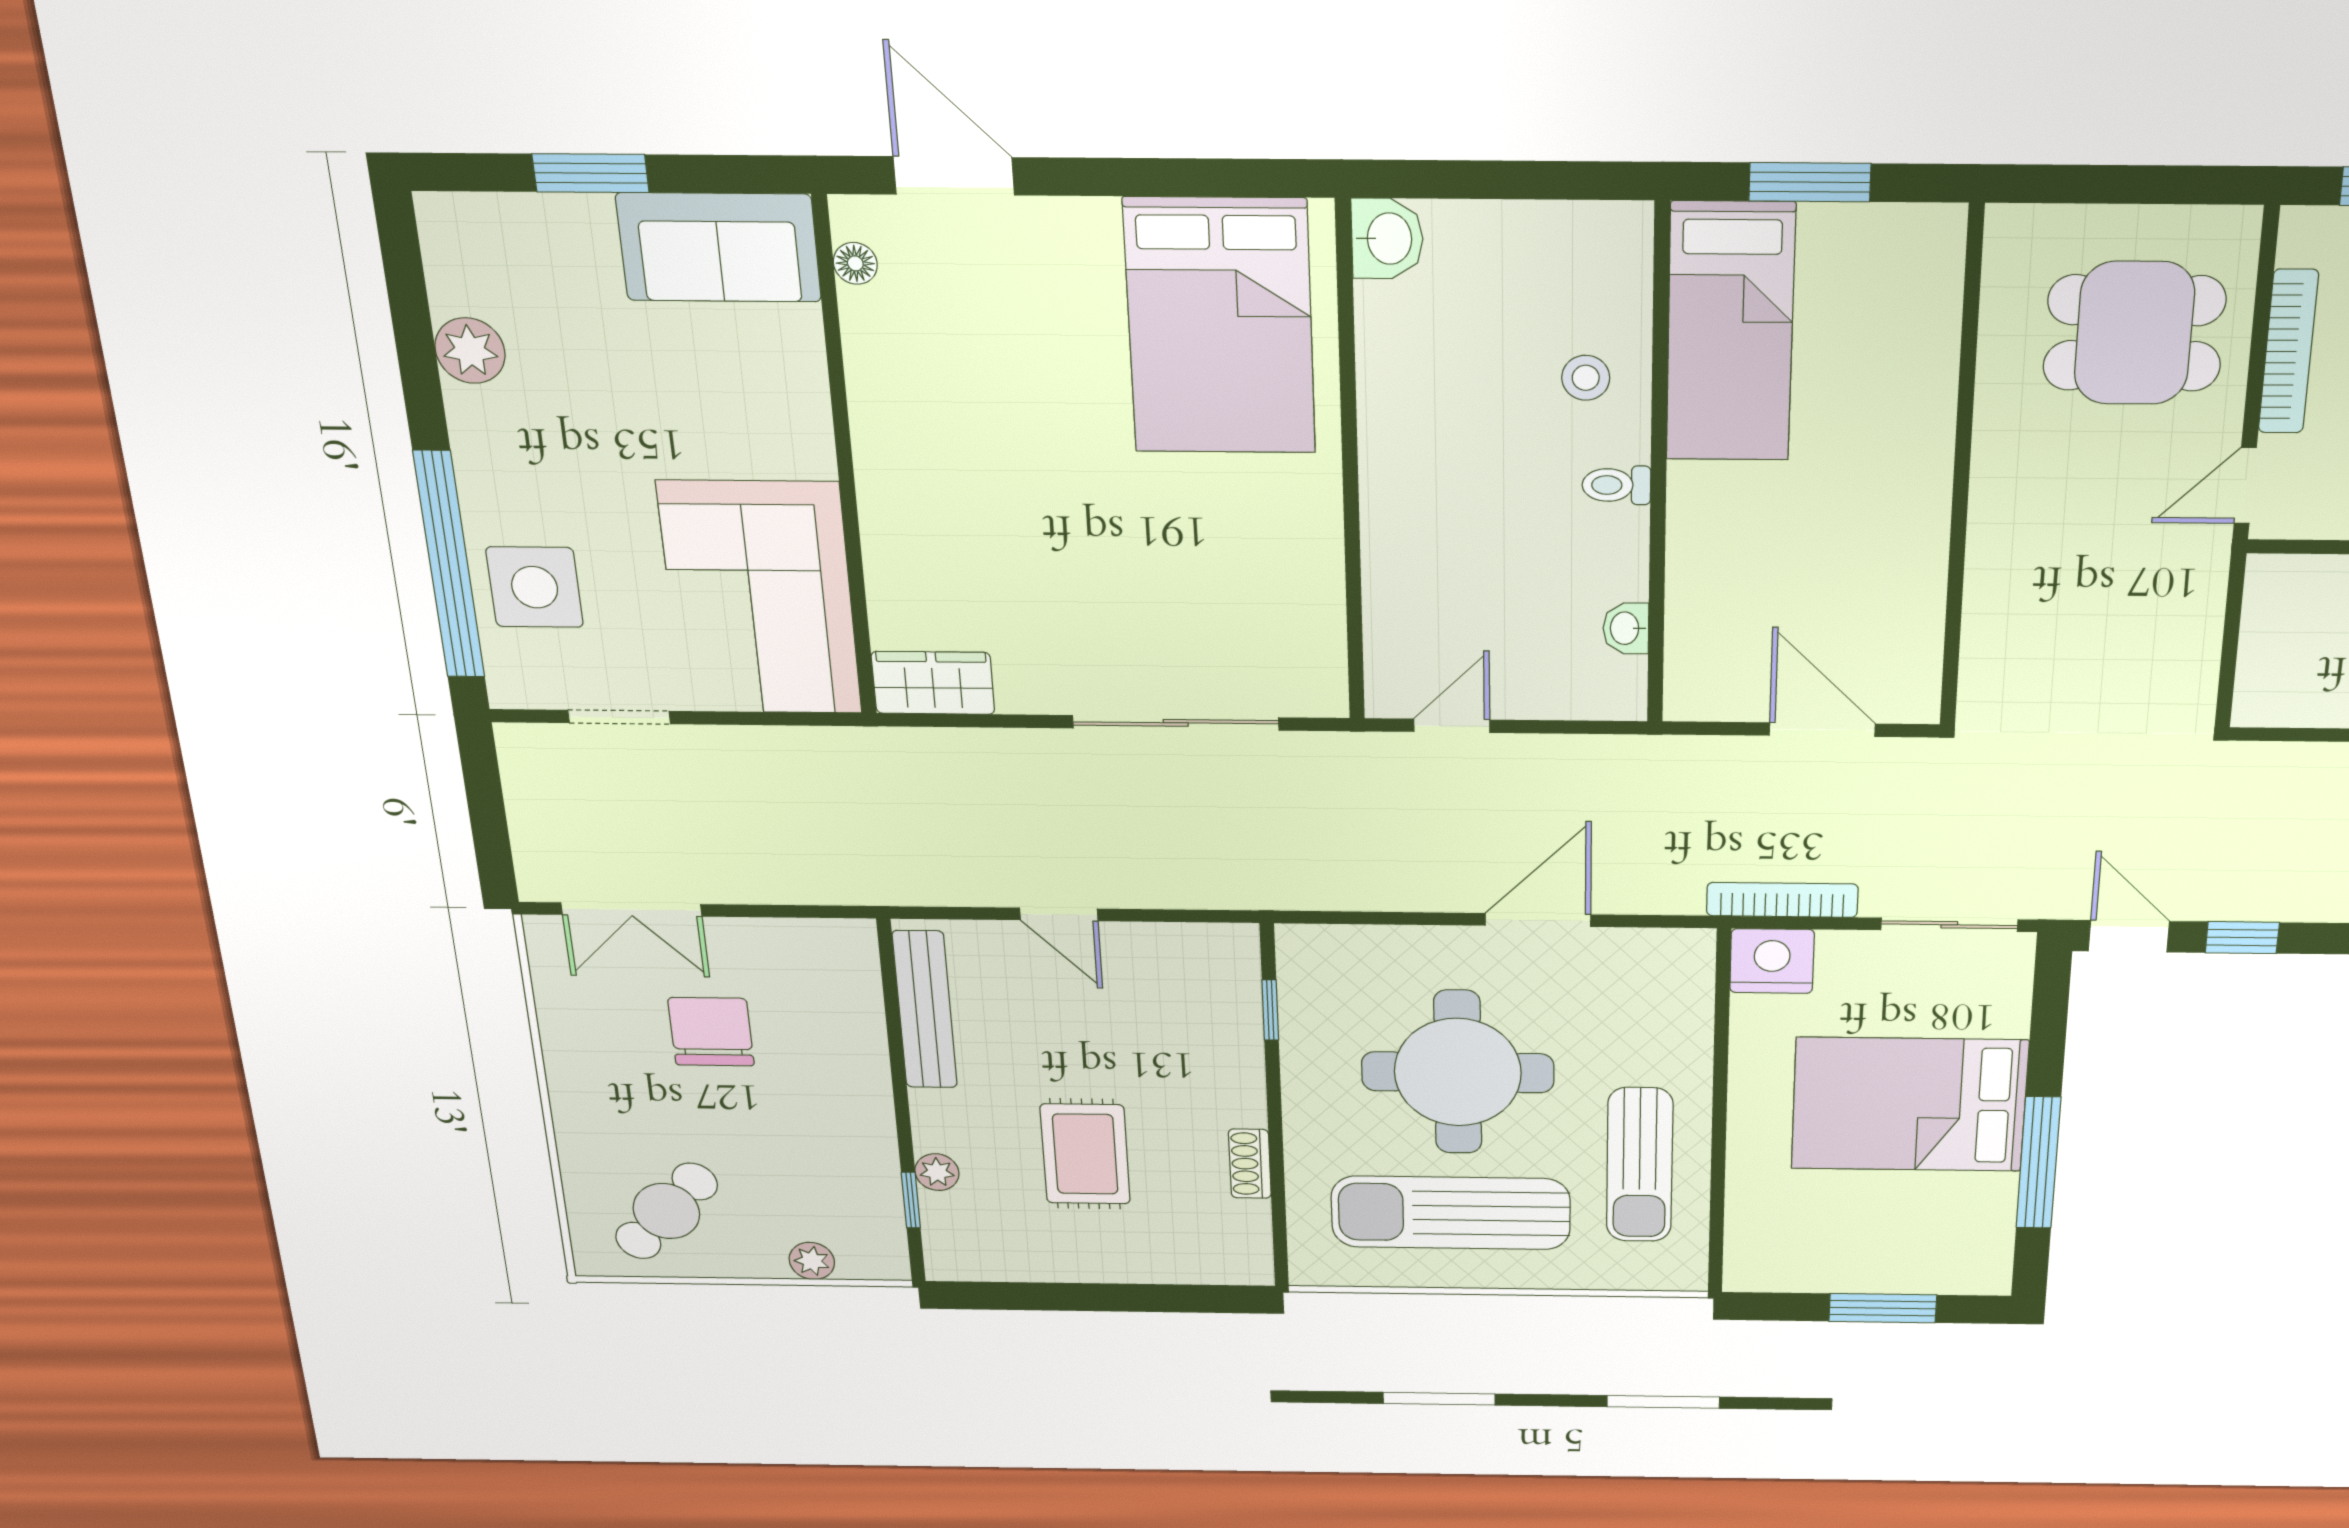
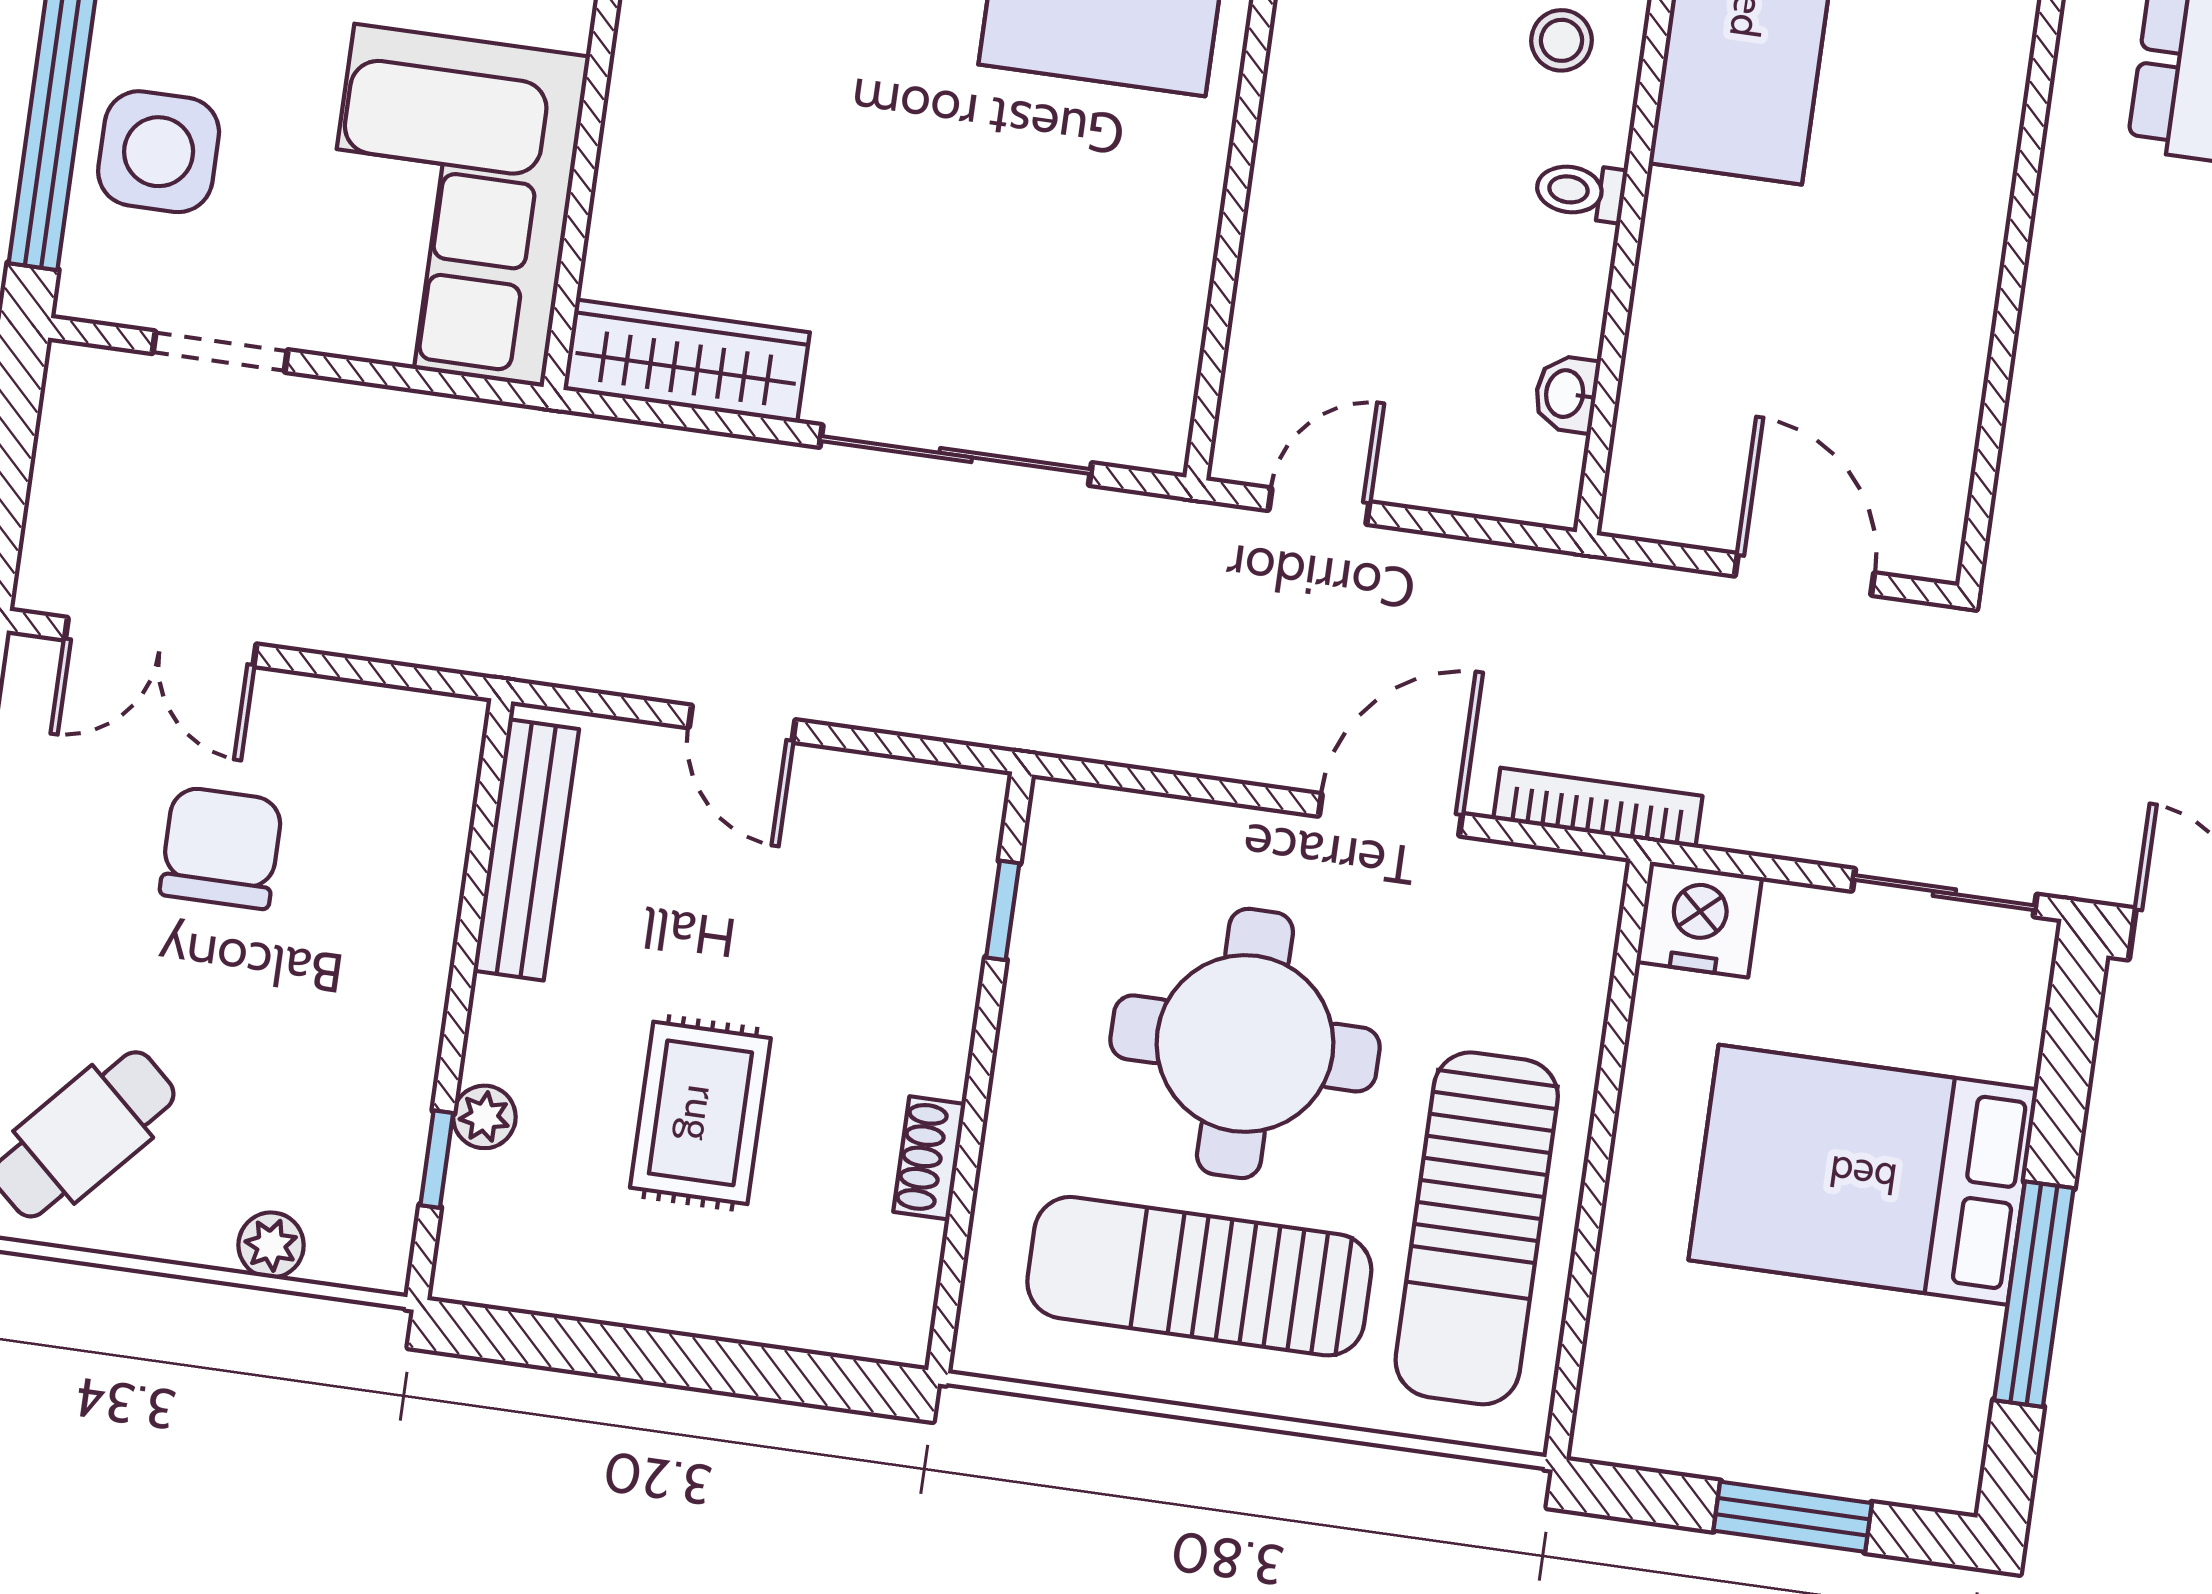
wardrobe: (933, 683) -> (687, 361), width x1.50
bookcase: (1782, 900) -> (1598, 808), moved
sun lounger: (1640, 1165) -> (1477, 1228), width x1.36, depth x1.34

